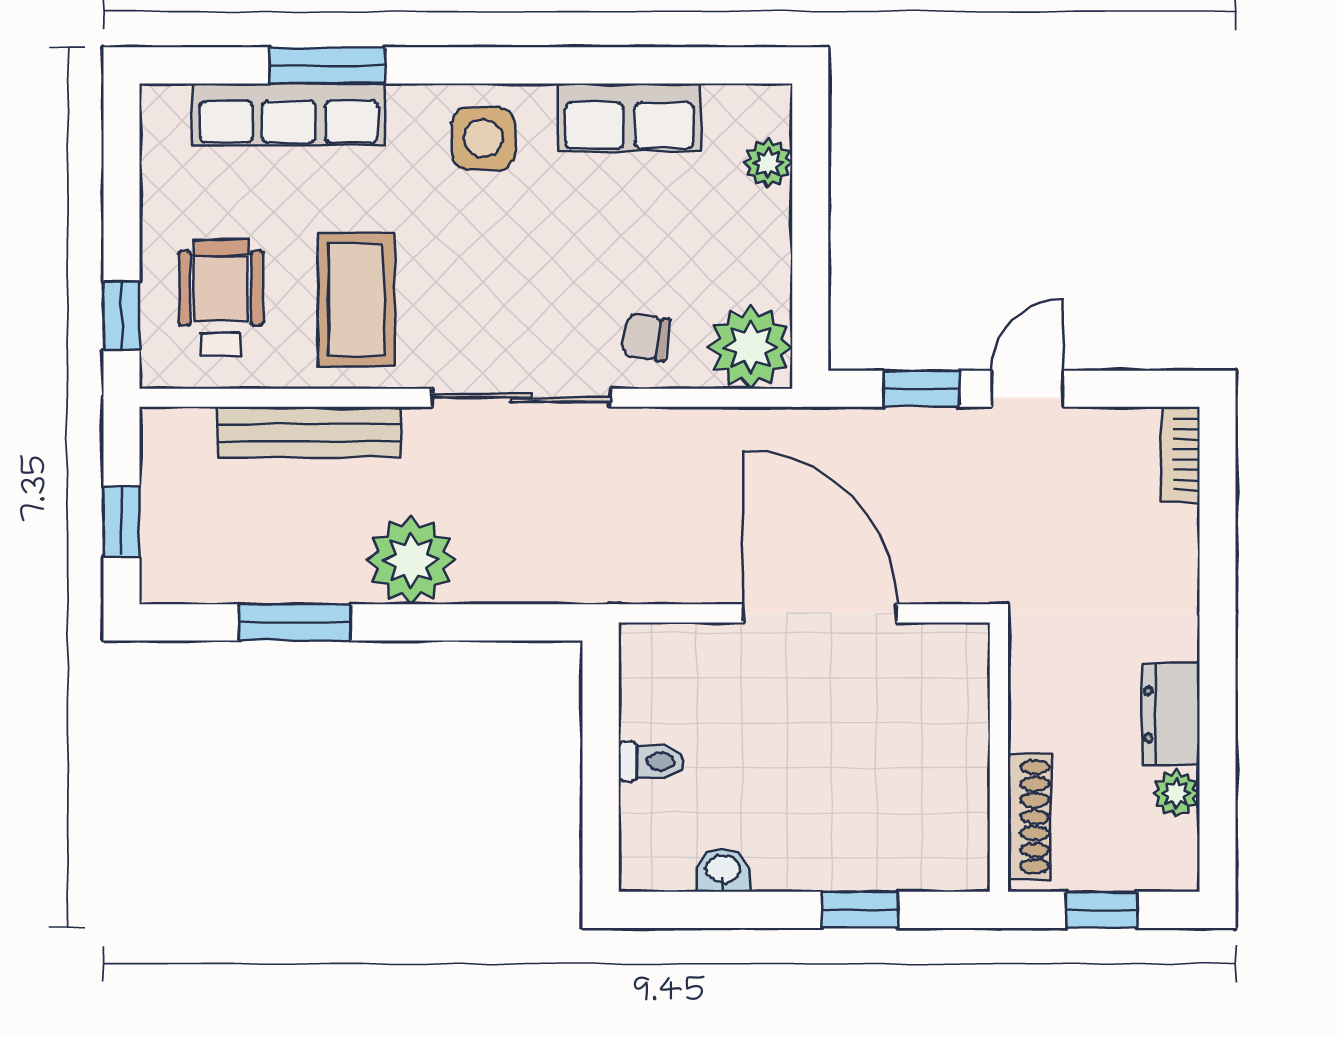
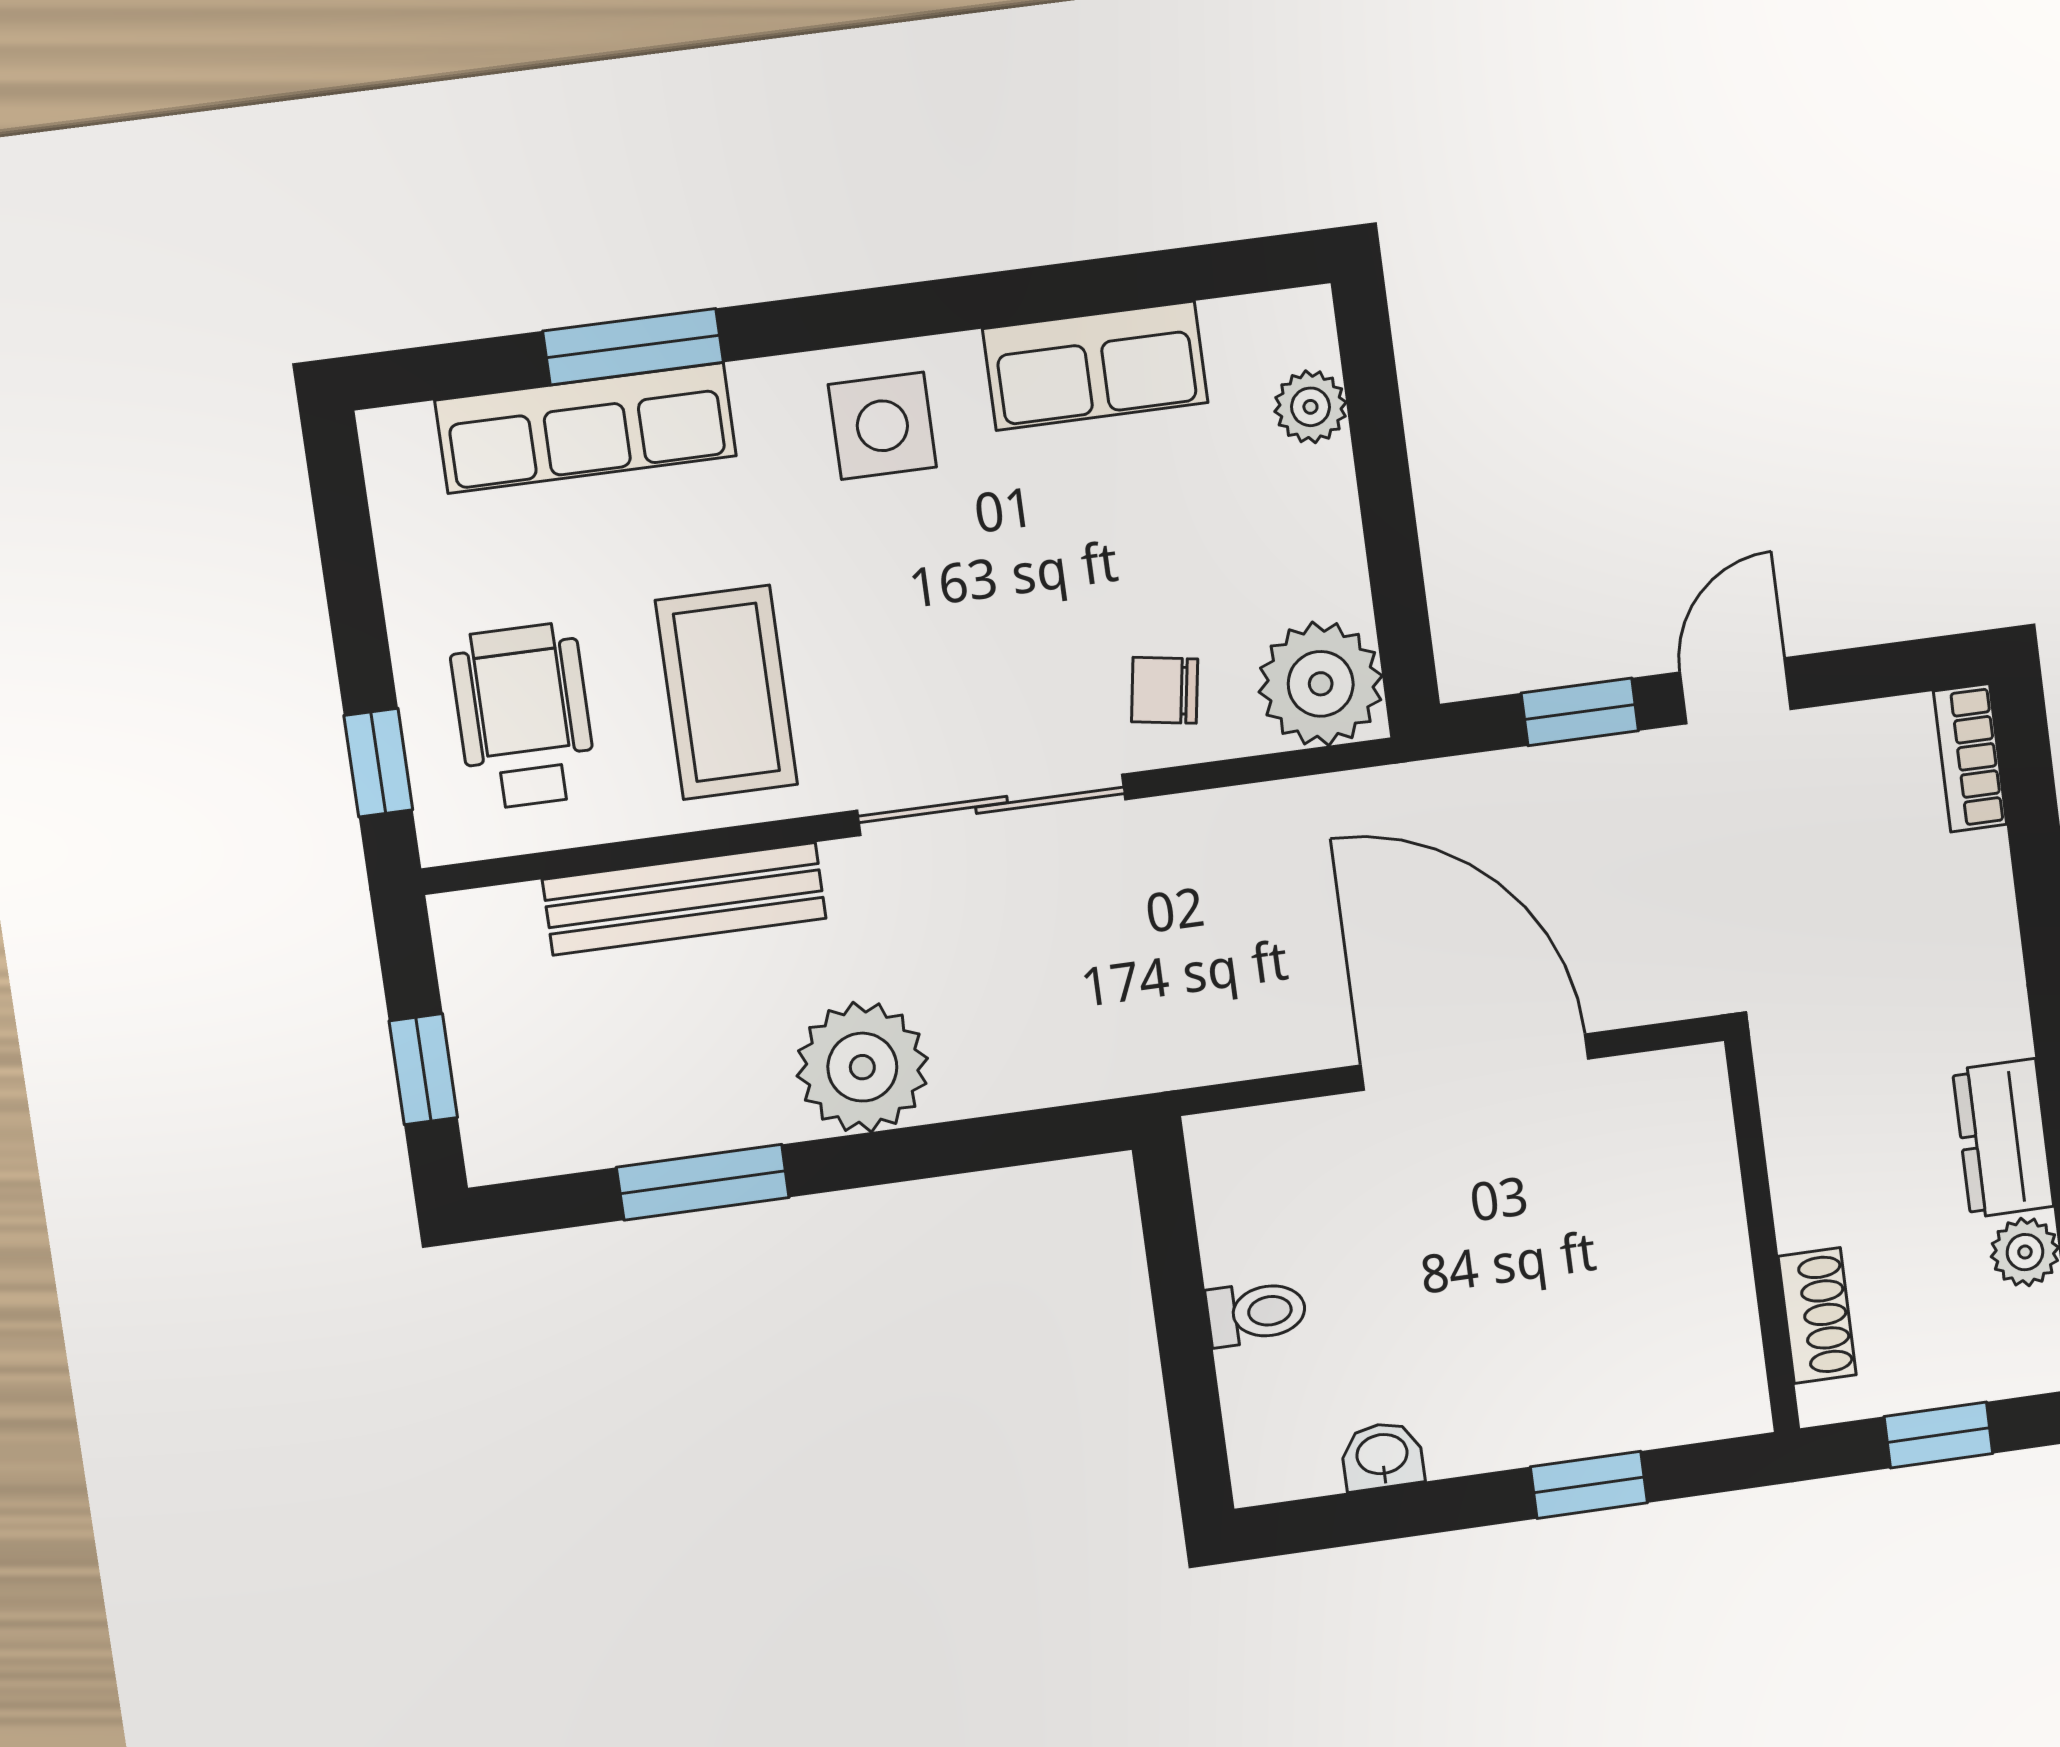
shoe rack: (1029, 817) -> (1817, 1316), width x0.70

